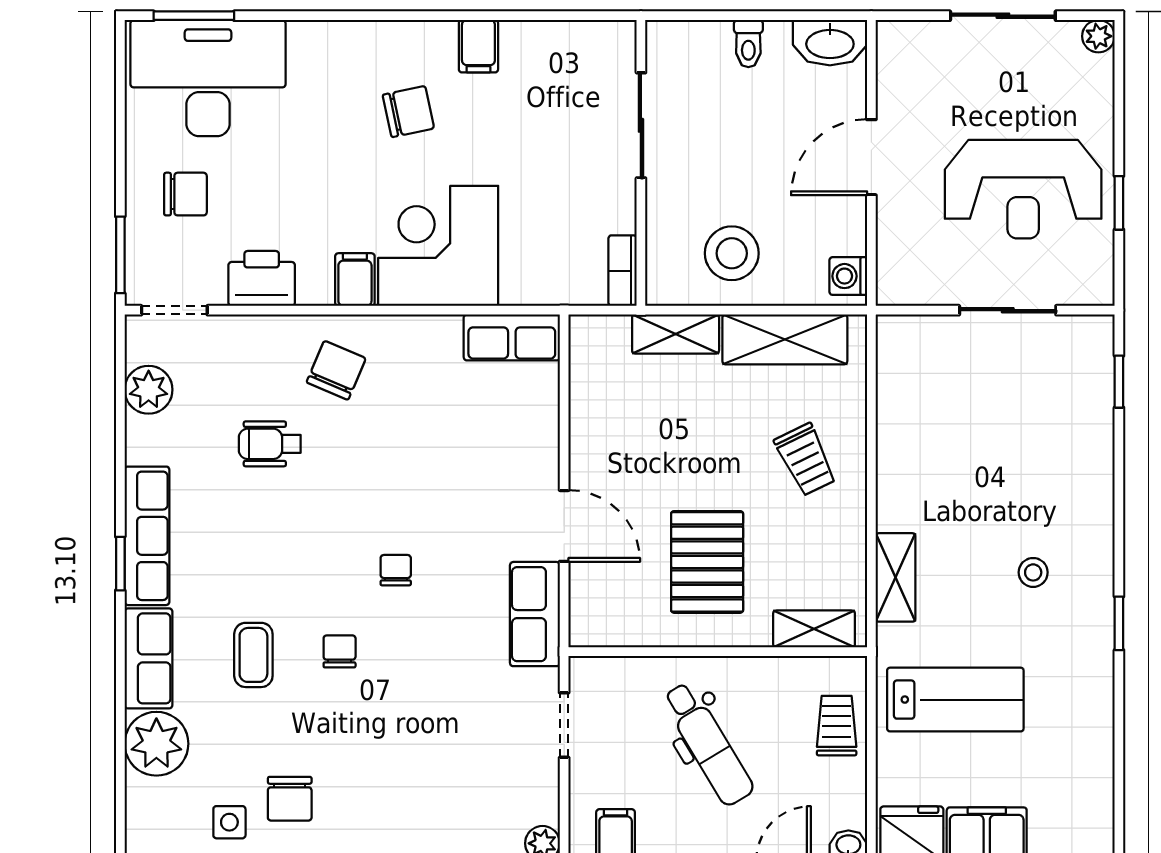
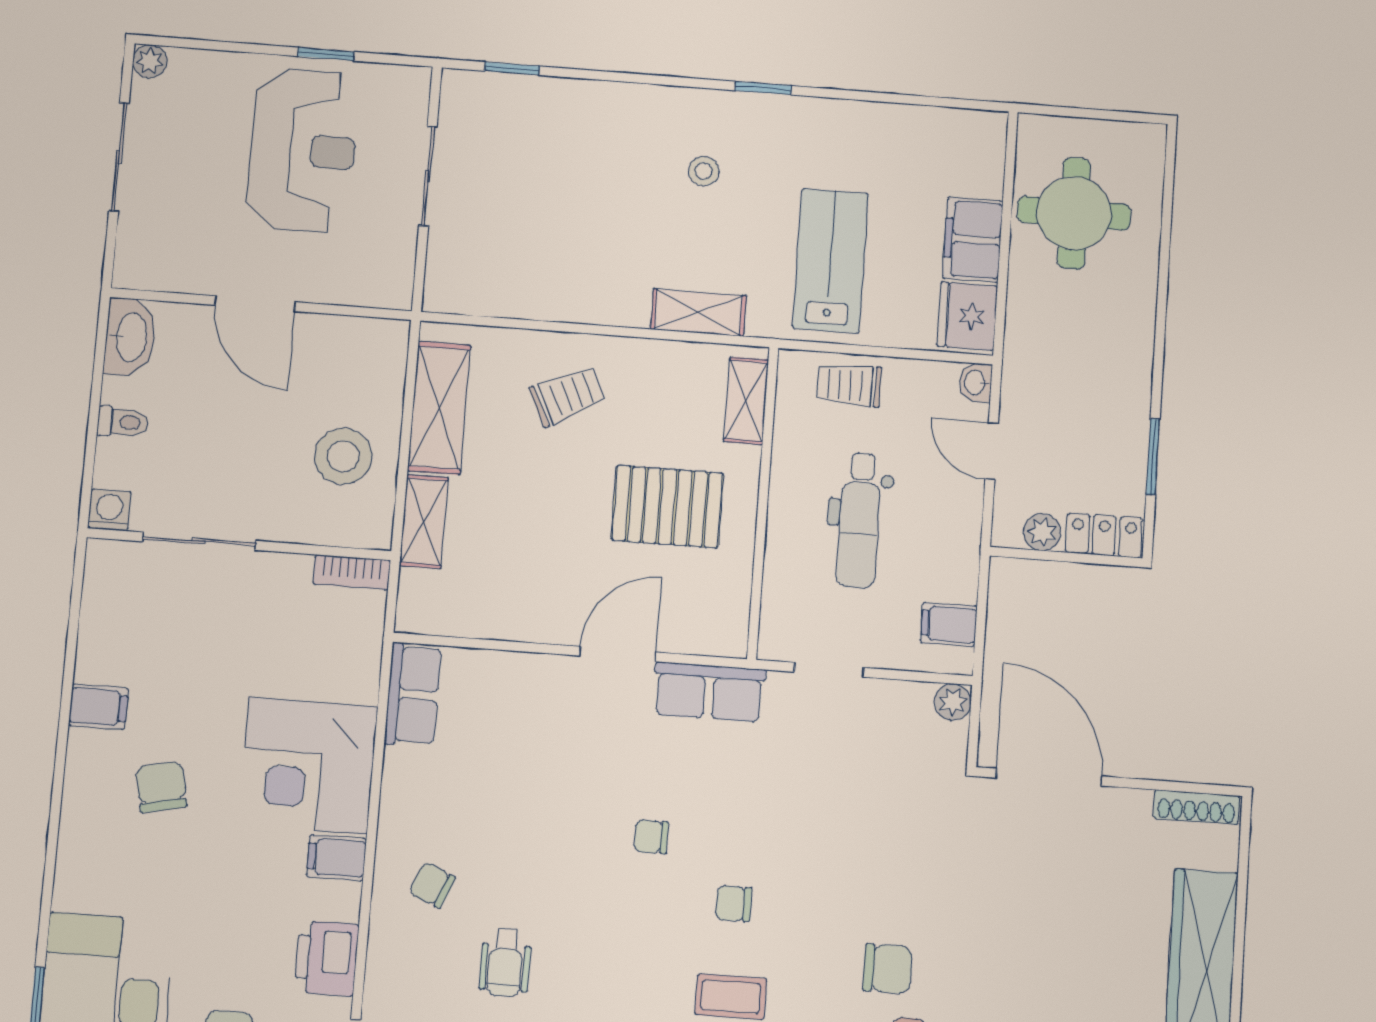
washing machine: (848, 276) -> (109, 510), moved, turned 180
chair: (336, 370) -> (432, 885), width x0.73, depth x0.73
dental chair: (708, 744) -> (859, 520), turned 121

